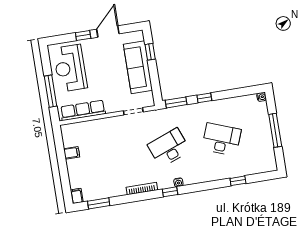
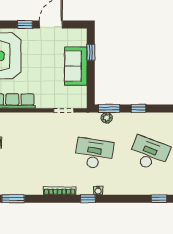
sofa: (138, 67) -> (76, 66), width x0.73
plant: (175, 112) -> (107, 118), added
desk: (169, 148) -> (94, 154), turned 30

